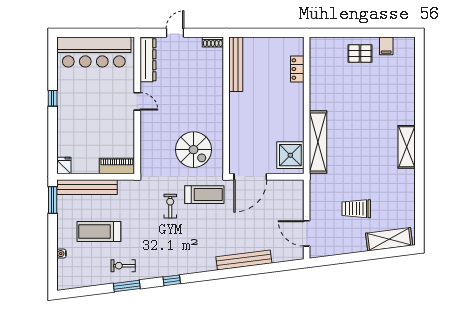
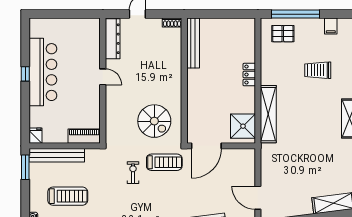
window: (348, 33) -> (296, 14), added
bar counter: (94, 52) -> (43, 72), moved, turned -90
pallet: (360, 53) -> (283, 34), moved
locker: (297, 69) -> (249, 75), moved
trolley: (356, 209) -> (318, 70), moved
treadmill: (99, 232) -> (68, 196), turned 180

